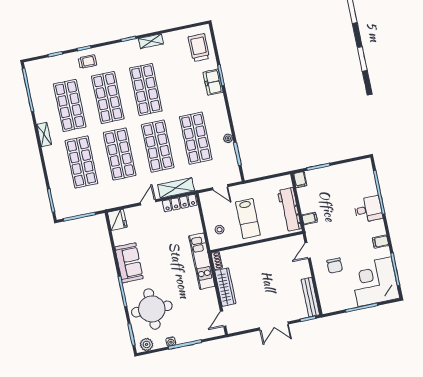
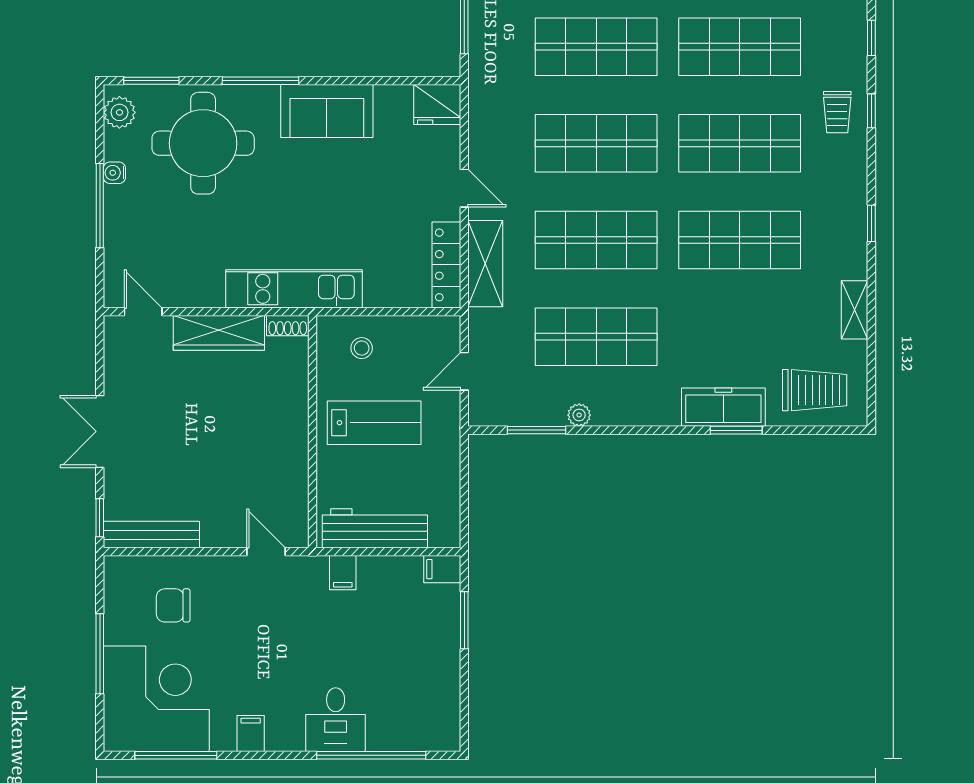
shelving: (151, 41) -> (855, 310), moved
freezer: (213, 82) -> (723, 407), width x1.40
lab bench: (248, 219) -> (374, 423), turned 180
chair: (335, 266) -> (173, 605), moved

